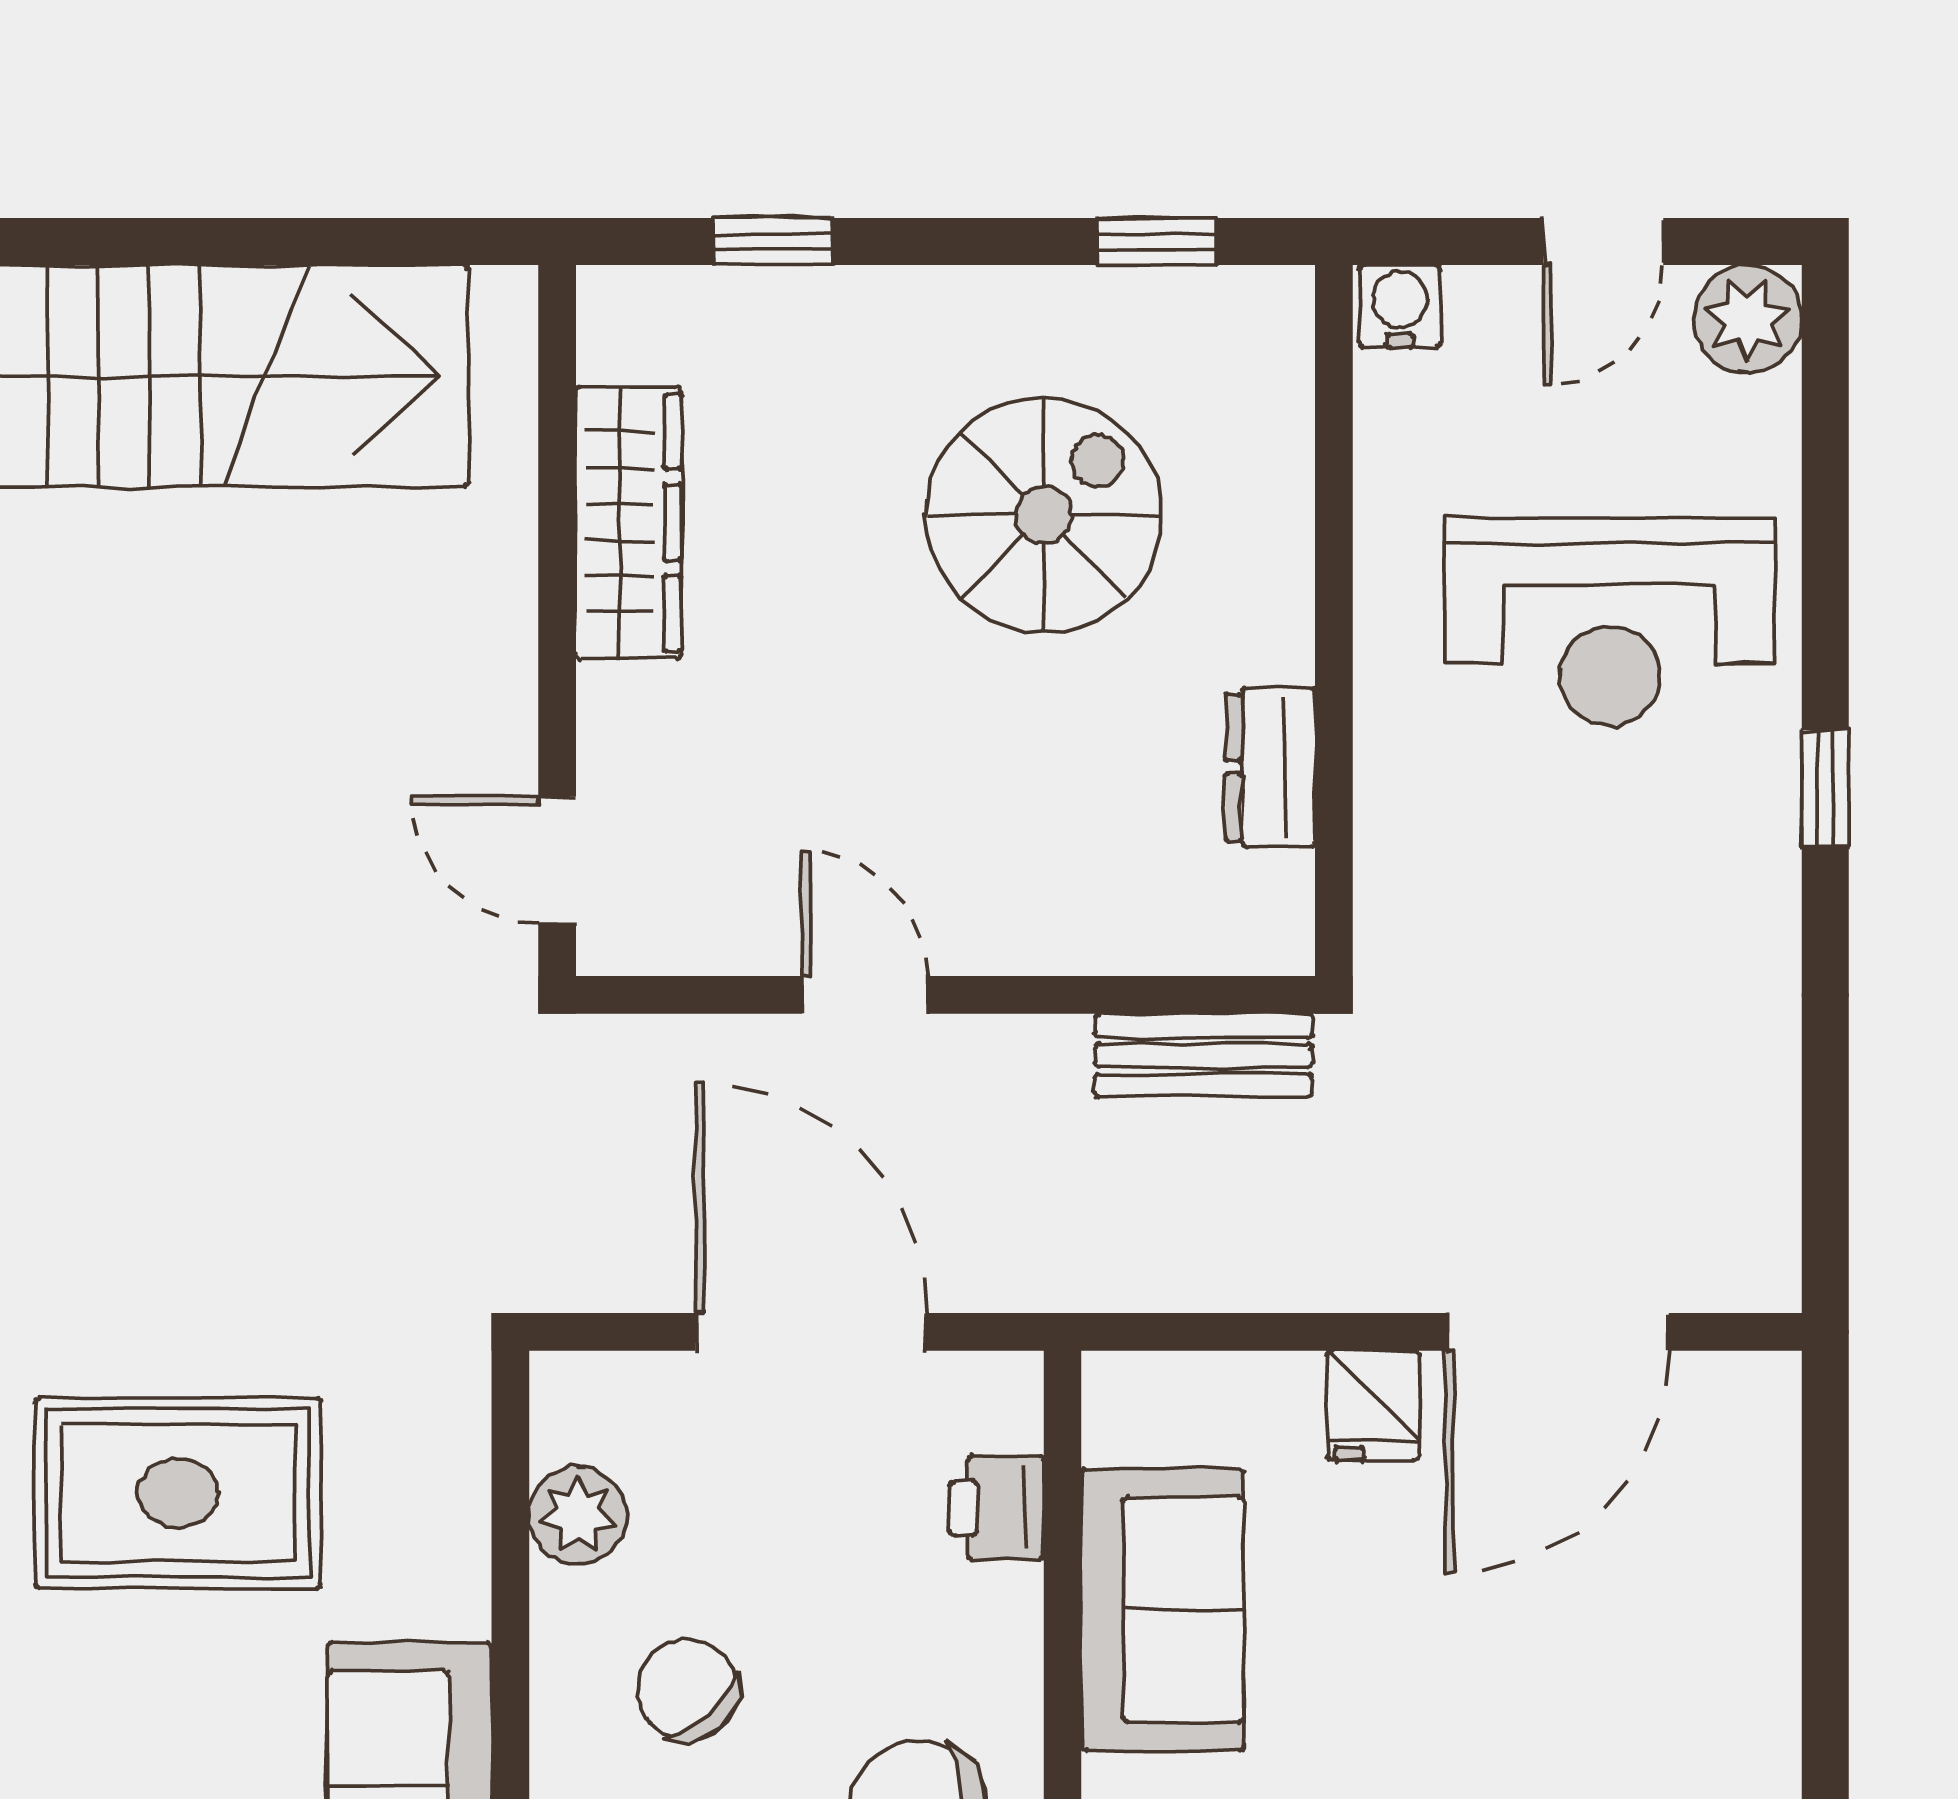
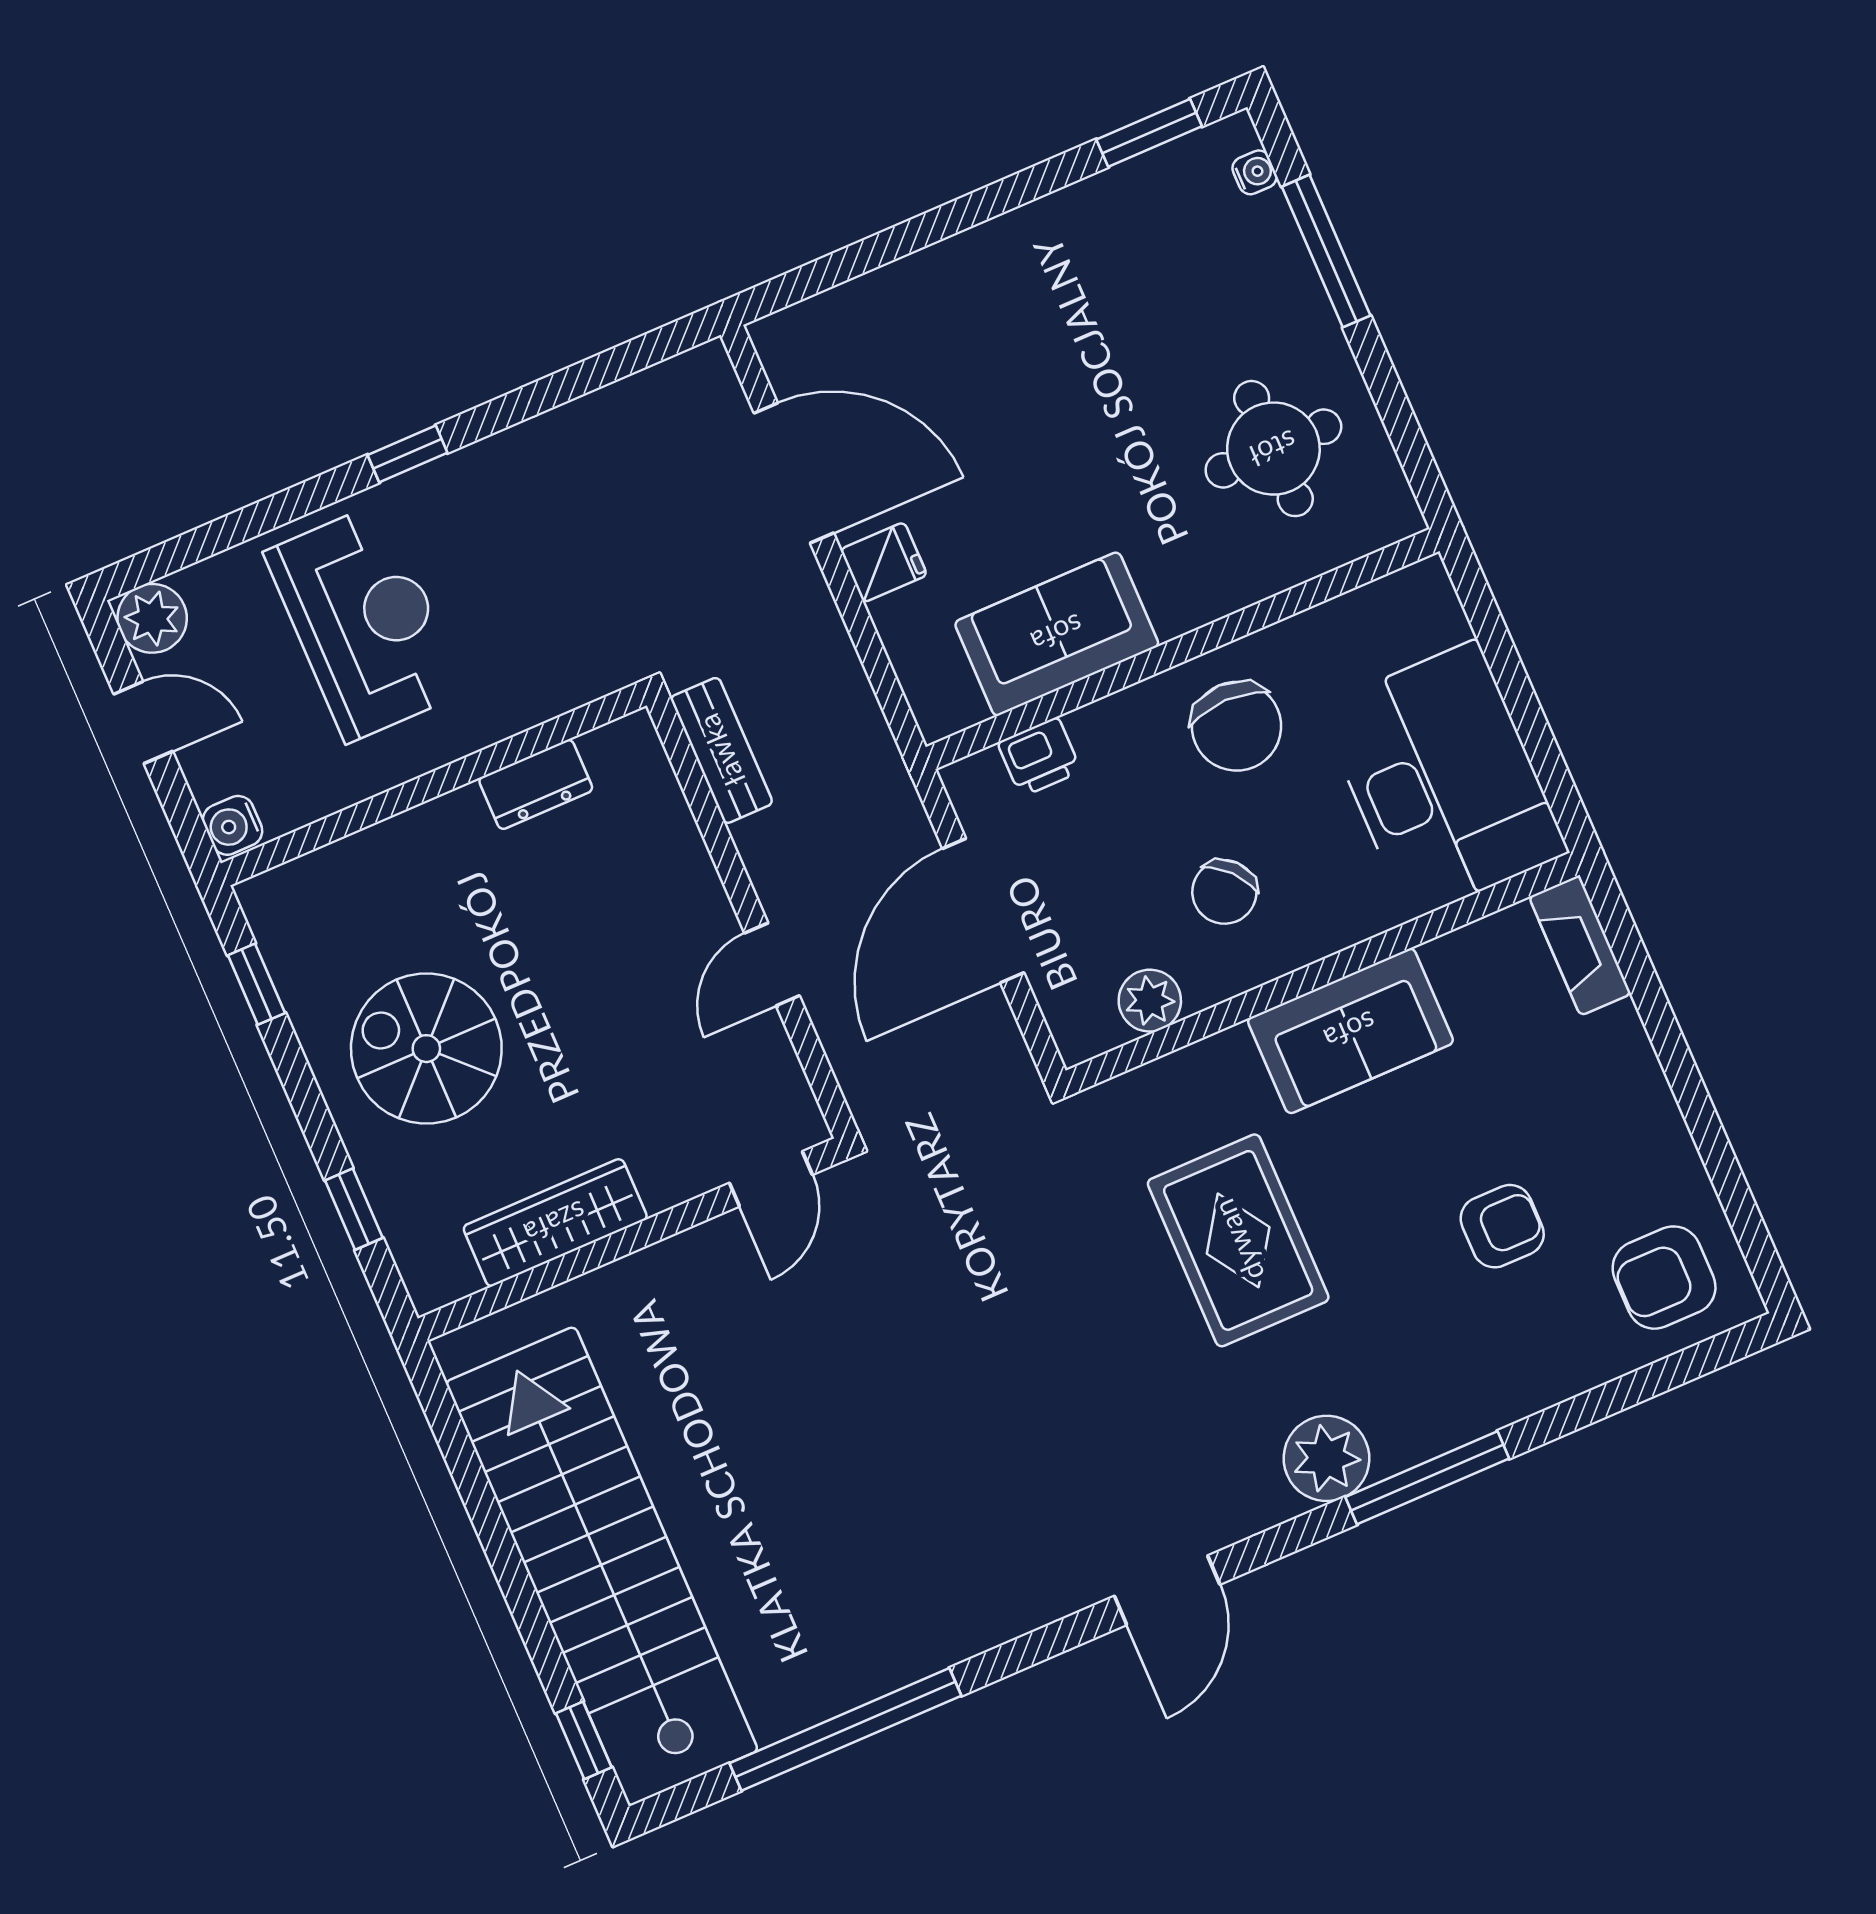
spiral stairs: (1044, 515) -> (426, 1049), moved

